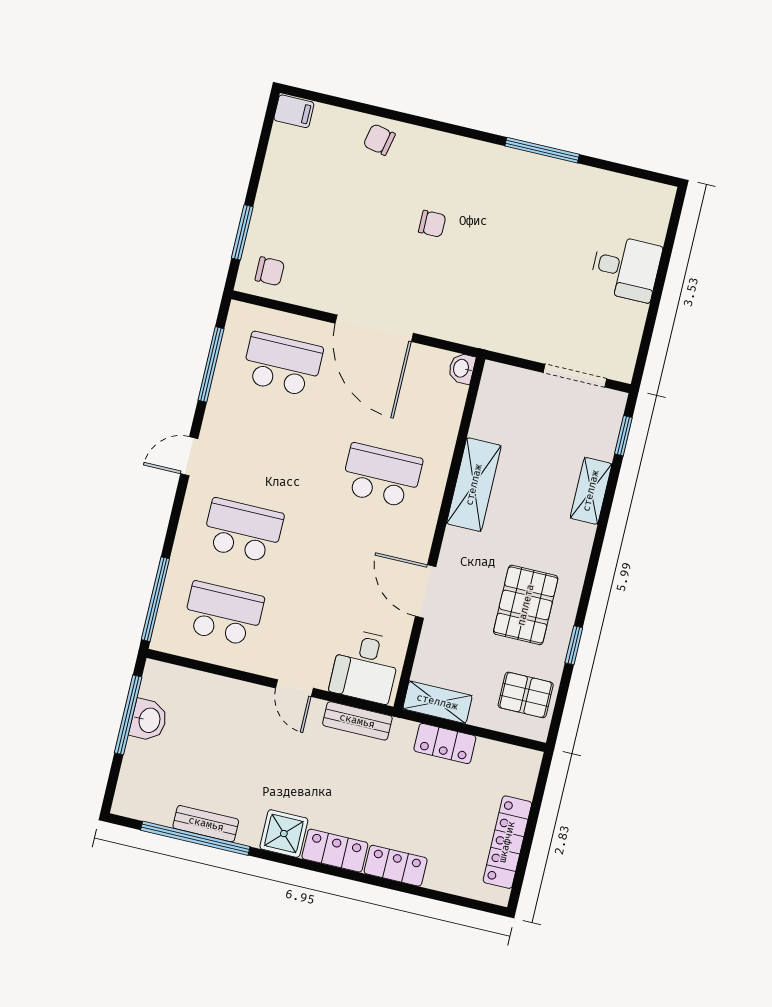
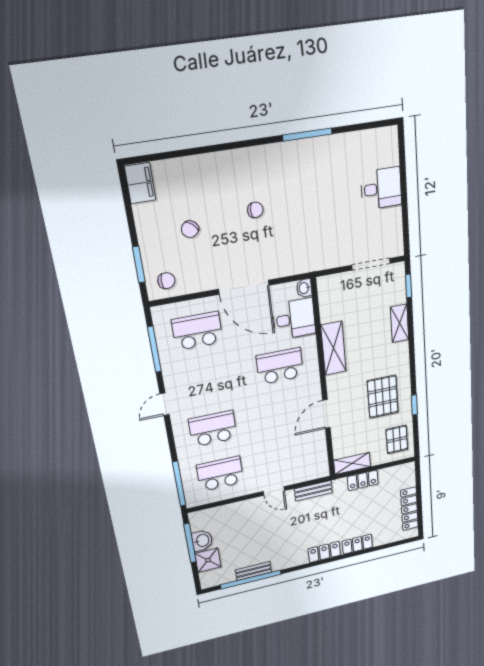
filing cabinet: (294, 111) -> (140, 183), width x2.00
chair: (379, 140) -> (190, 229), moved, turned -60
door: (426, 592) -> (326, 414), hinge flipped
desk: (365, 666) -> (294, 319), moved, turned -90
pallet: (526, 695) -> (397, 439), turned 90
shower: (284, 834) -> (208, 560), moved

